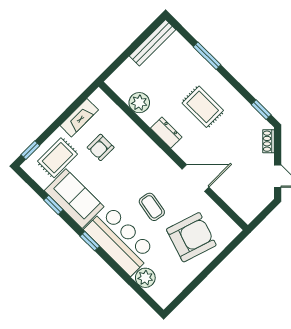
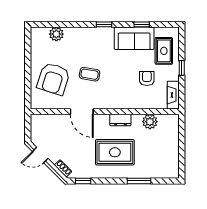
bench: (152, 43) -> (174, 160), removed
rug: (203, 107) -> (115, 152), width x1.36, depth x1.43
fireplace: (79, 118) -> (173, 95), moved
window: (30, 150) -> (182, 68), moved
door: (196, 178) -> (82, 112), hinge flipped
bar counter: (120, 240) -> (89, 40), removed

